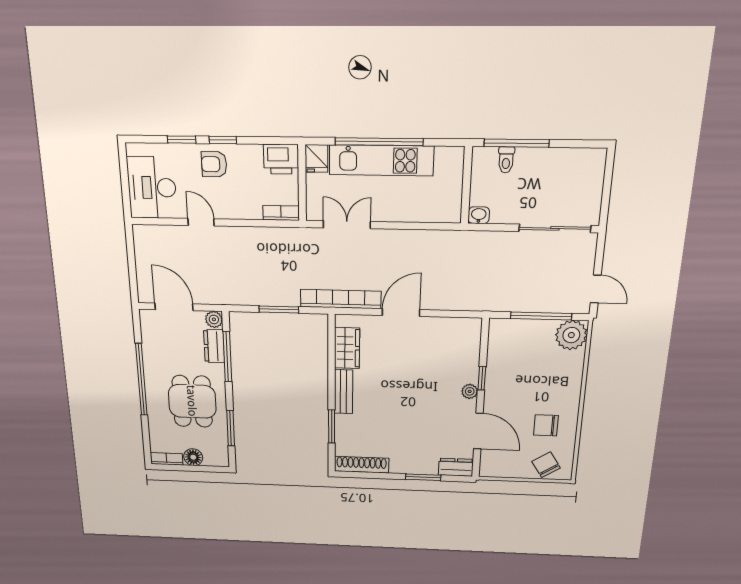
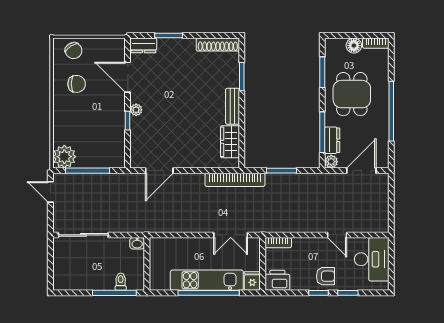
door: (174, 307) -> (361, 171), swing flipped
door: (401, 313) -> (159, 171), moved

